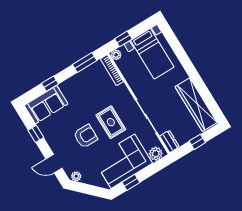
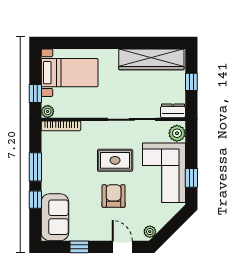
window: (85, 62) -> (35, 167), moved
door: (54, 164) -> (122, 247), swing flipped

